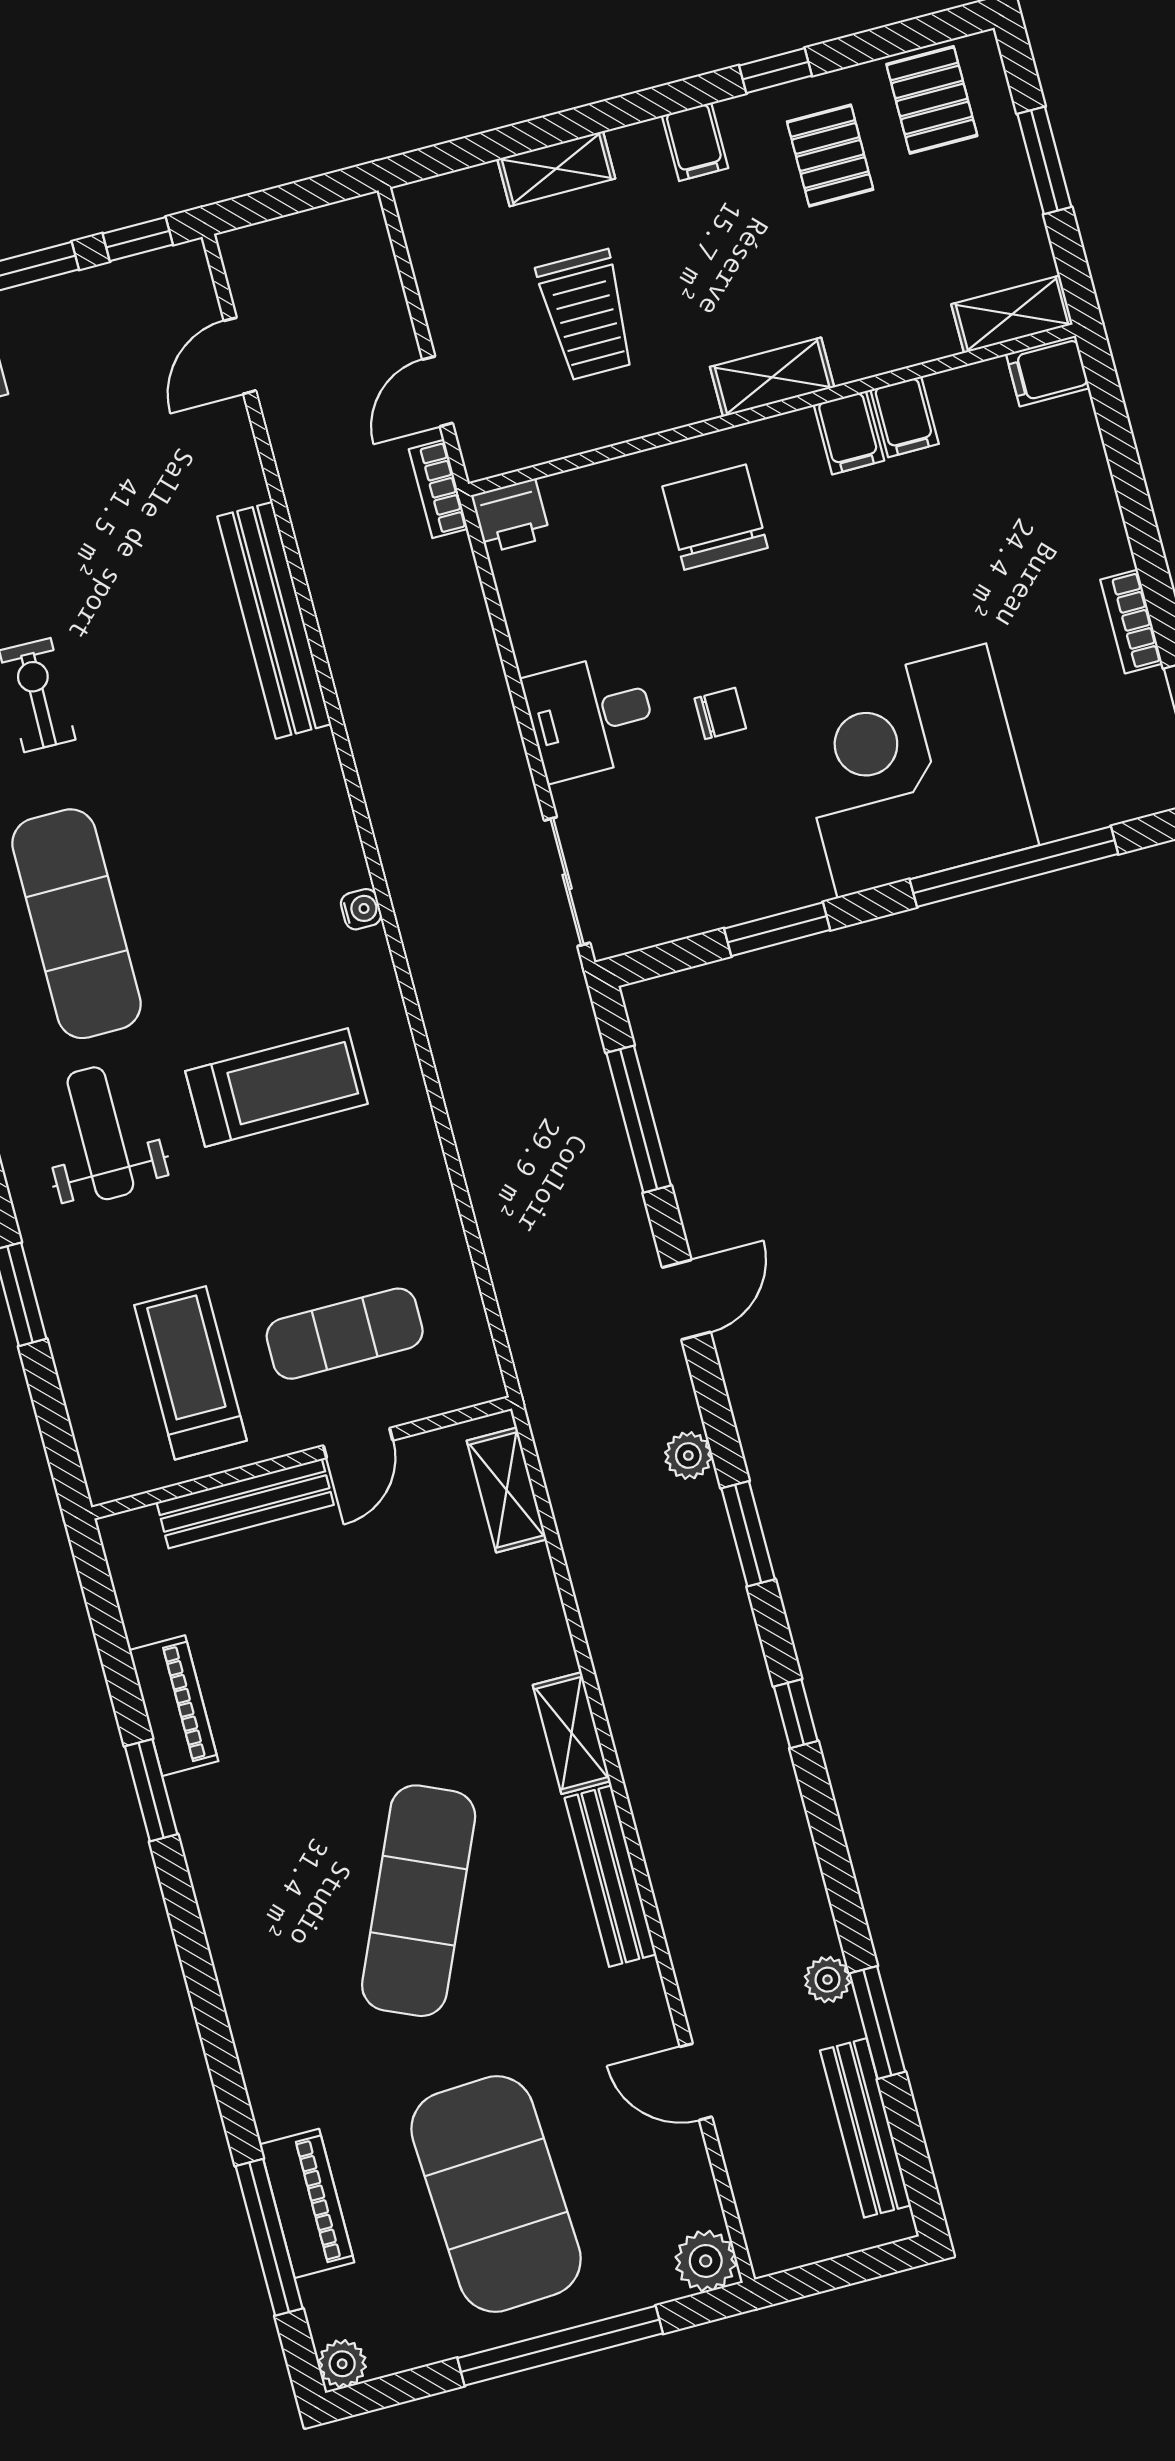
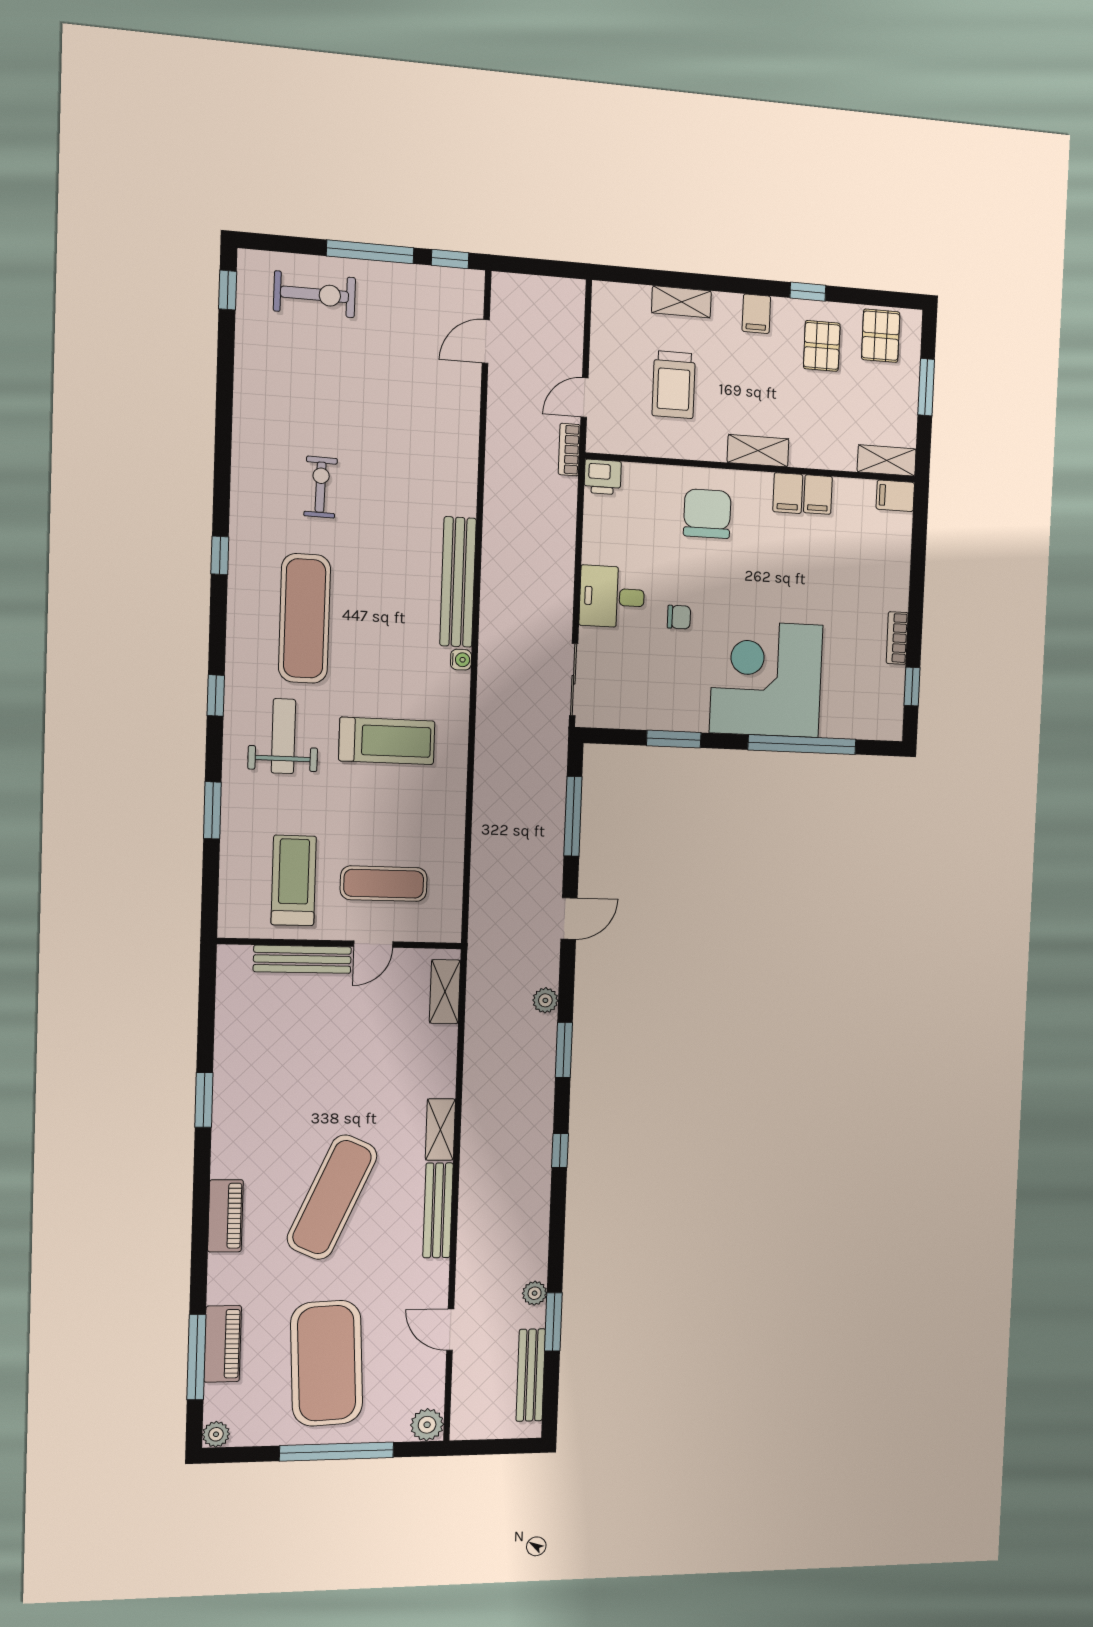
bench: (274, 620) -> (458, 582), moved
piano: (174, 1706) -> (225, 1216), moved

